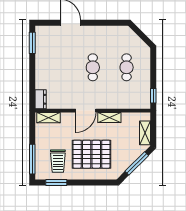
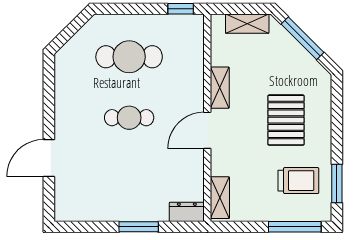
window: (32, 43) -> (139, 227), moved
cafe table: (127, 67) -> (129, 57), width x1.37, depth x1.35
door: (86, 111) -> (207, 130), swing flipped
pallet: (91, 154) -> (286, 120), width x0.73, depth x0.71

